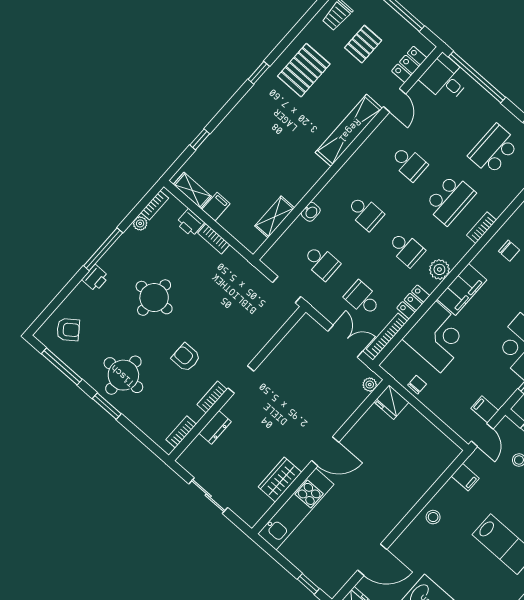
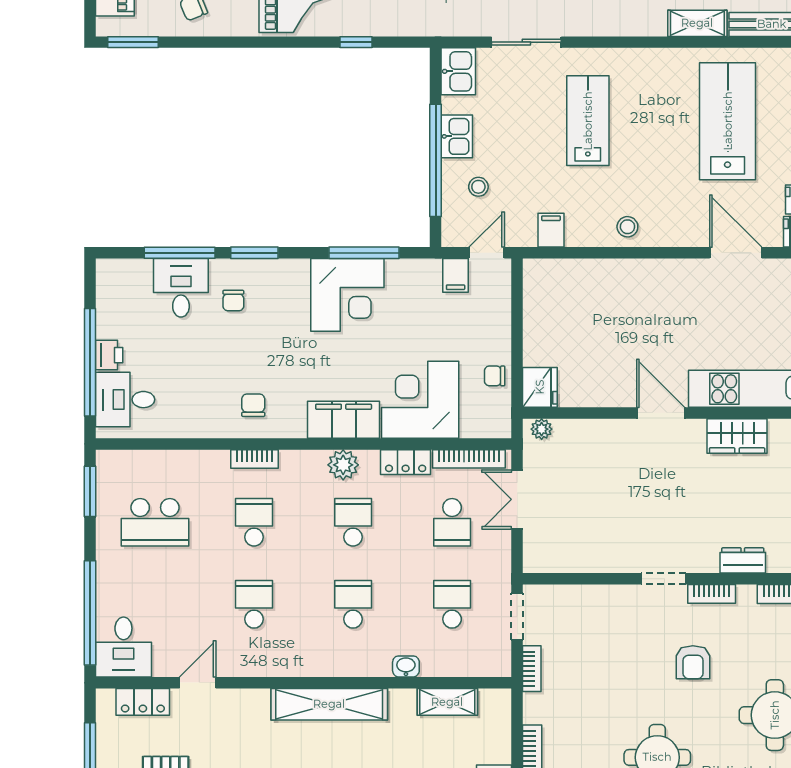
shelving: (349, 130) -> (329, 704), moved
school desk: (450, 199) -> (254, 522), width x0.54
bookcase: (254, 274) -> (532, 669), added

